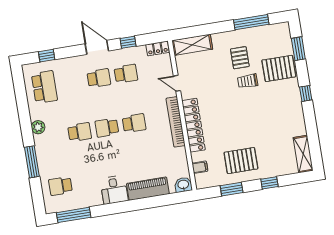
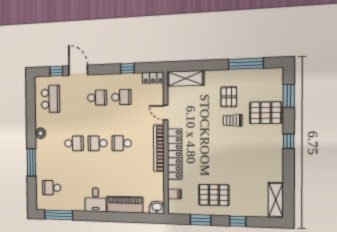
door: (97, 47) -> (78, 70), moved
school desk: (134, 123) -> (122, 143), turned 180

